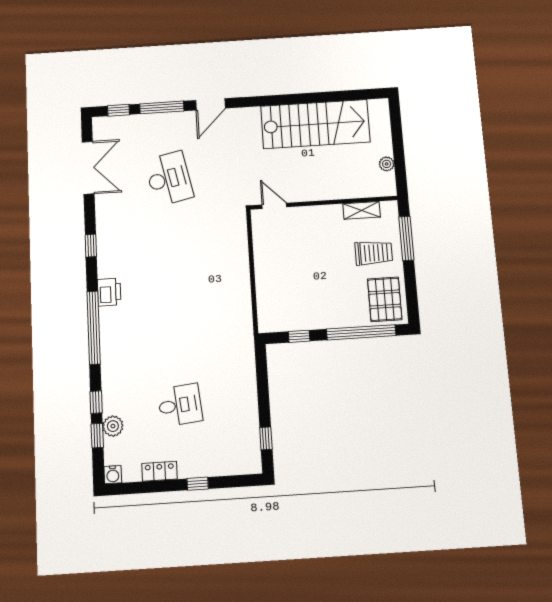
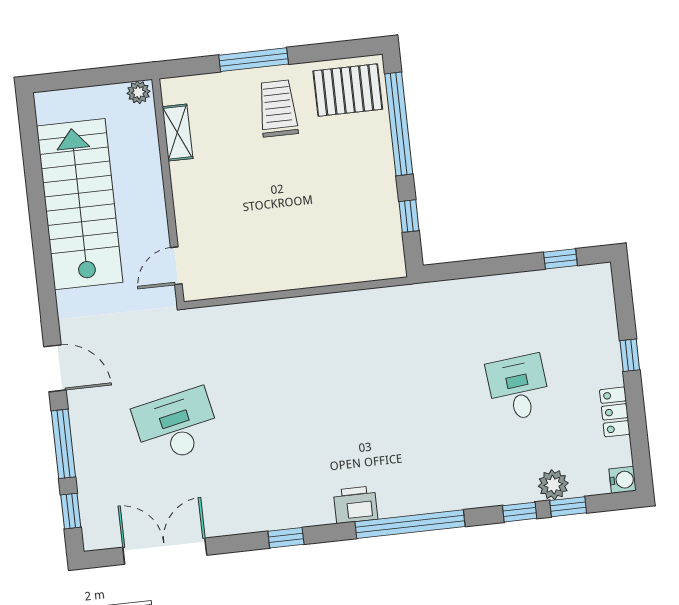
wall: (324, 203) -> (168, 191), moved
door: (274, 206) -> (176, 266), moved
shelving: (362, 210) -> (177, 133), moved

